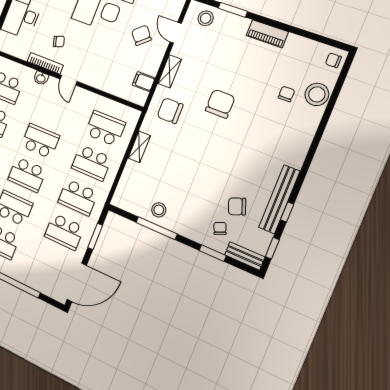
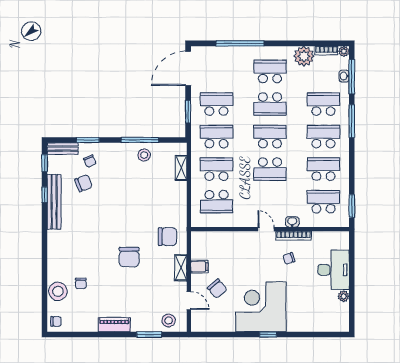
filing cabinet: (144, 82) -> (199, 267), moved
shelving: (139, 147) -> (181, 168), moved

